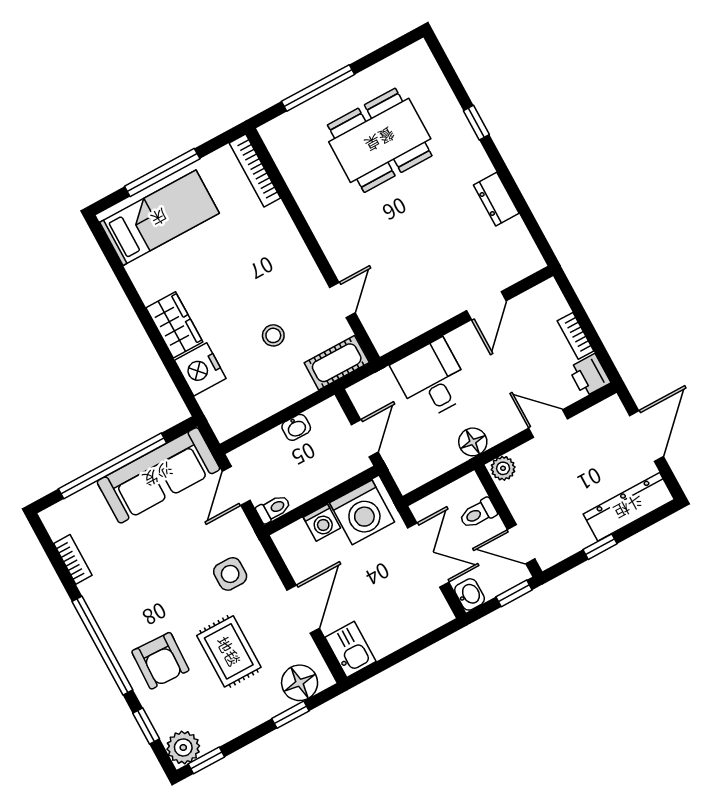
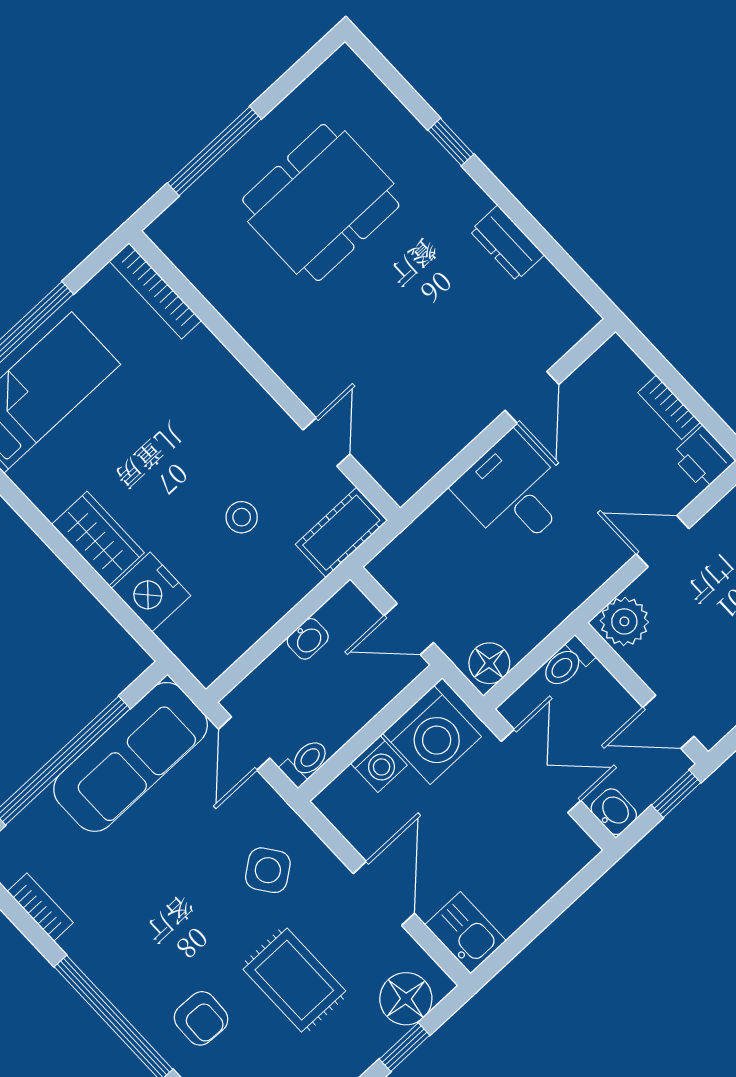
desk: (432, 379) -> (513, 492), moved
door: (365, 438) -> (409, 629), swing flipped
floor lamp: (473, 442) -> (489, 663), moved
plant: (503, 468) -> (624, 621), width x1.38, depth x1.38
toilet: (478, 513) -> (567, 663), moved
side table: (230, 574) -> (268, 870), turned -36
armchair: (160, 661) -> (201, 1018), width x0.72, depth x0.72

